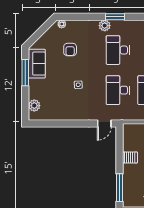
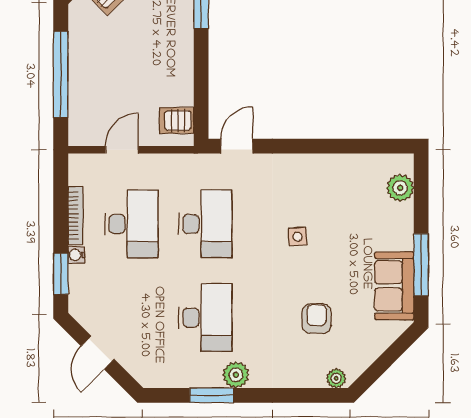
server rack: (130, 157) -> (177, 120), moved

